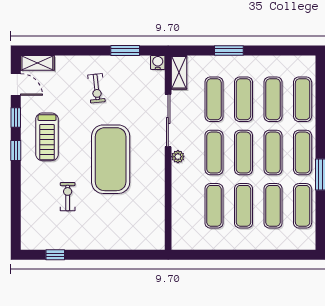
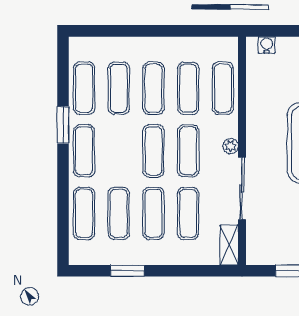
window: (229, 50) -> (127, 271), moved
water cooler: (158, 62) -> (267, 45), moved, turned 180
exercise mat: (273, 153) -> (223, 88), moved

